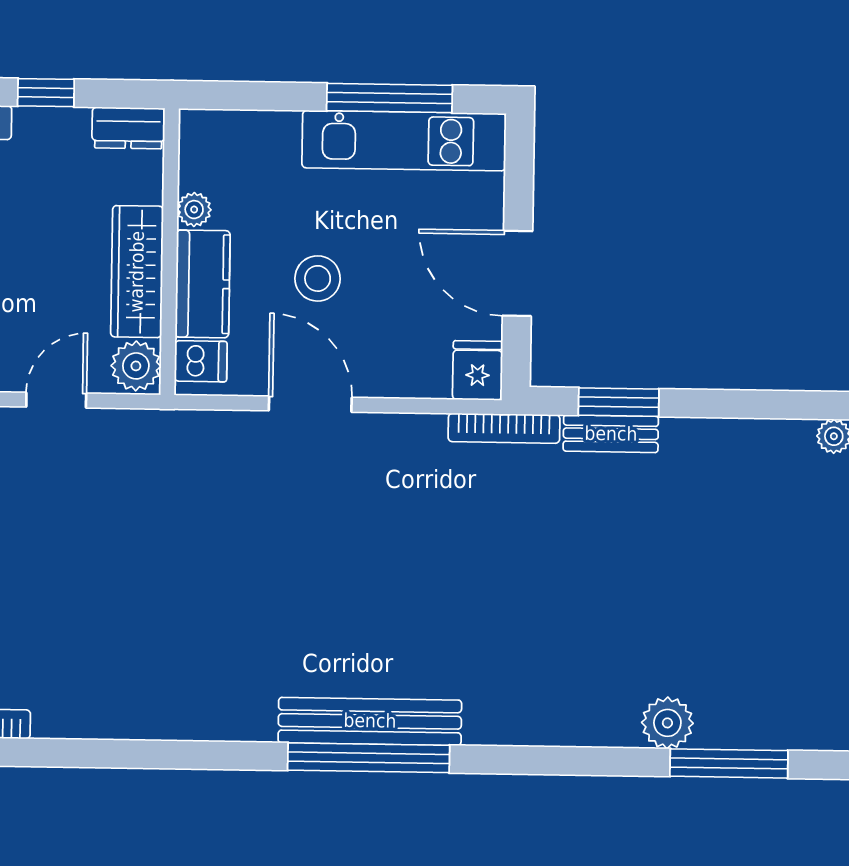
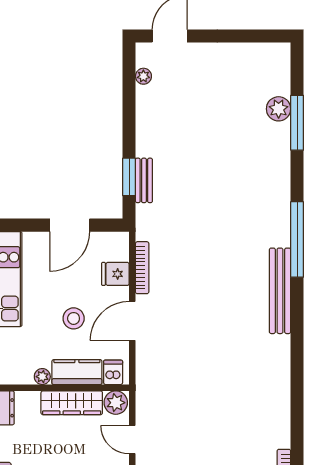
fridge: (478, 370) -> (115, 274), moved
bookcase: (504, 428) -> (142, 268), moved
plant: (667, 723) -> (279, 109), moved
window: (369, 758) -> (297, 239), moved

